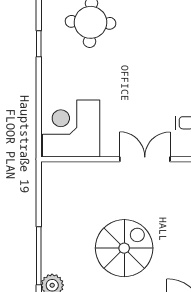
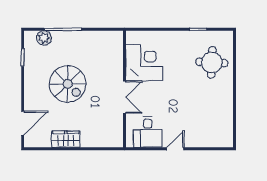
corner desk: (71, 129) -> (144, 63), moved

